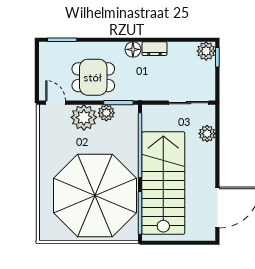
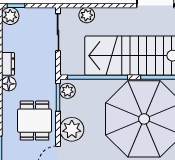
plant: (106, 113) -> (67, 91), moved

